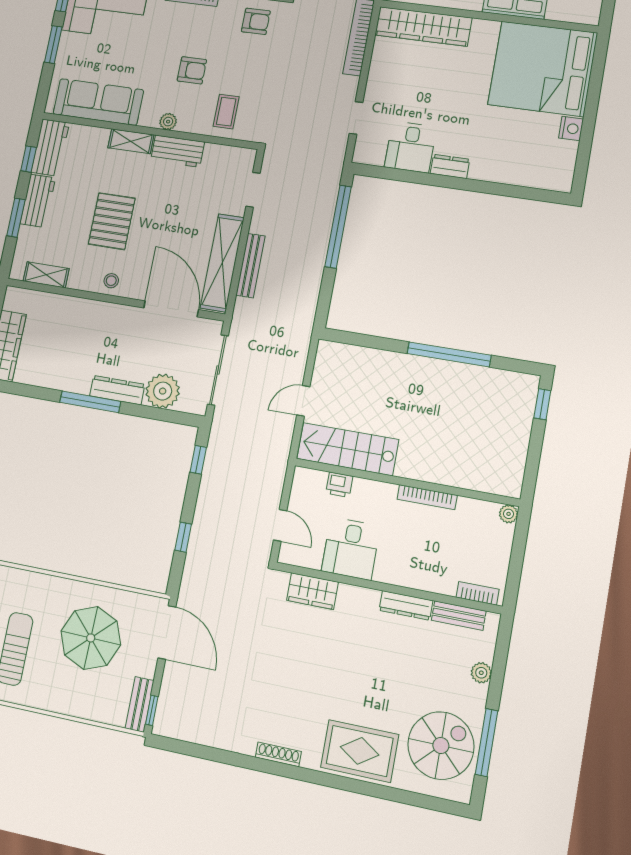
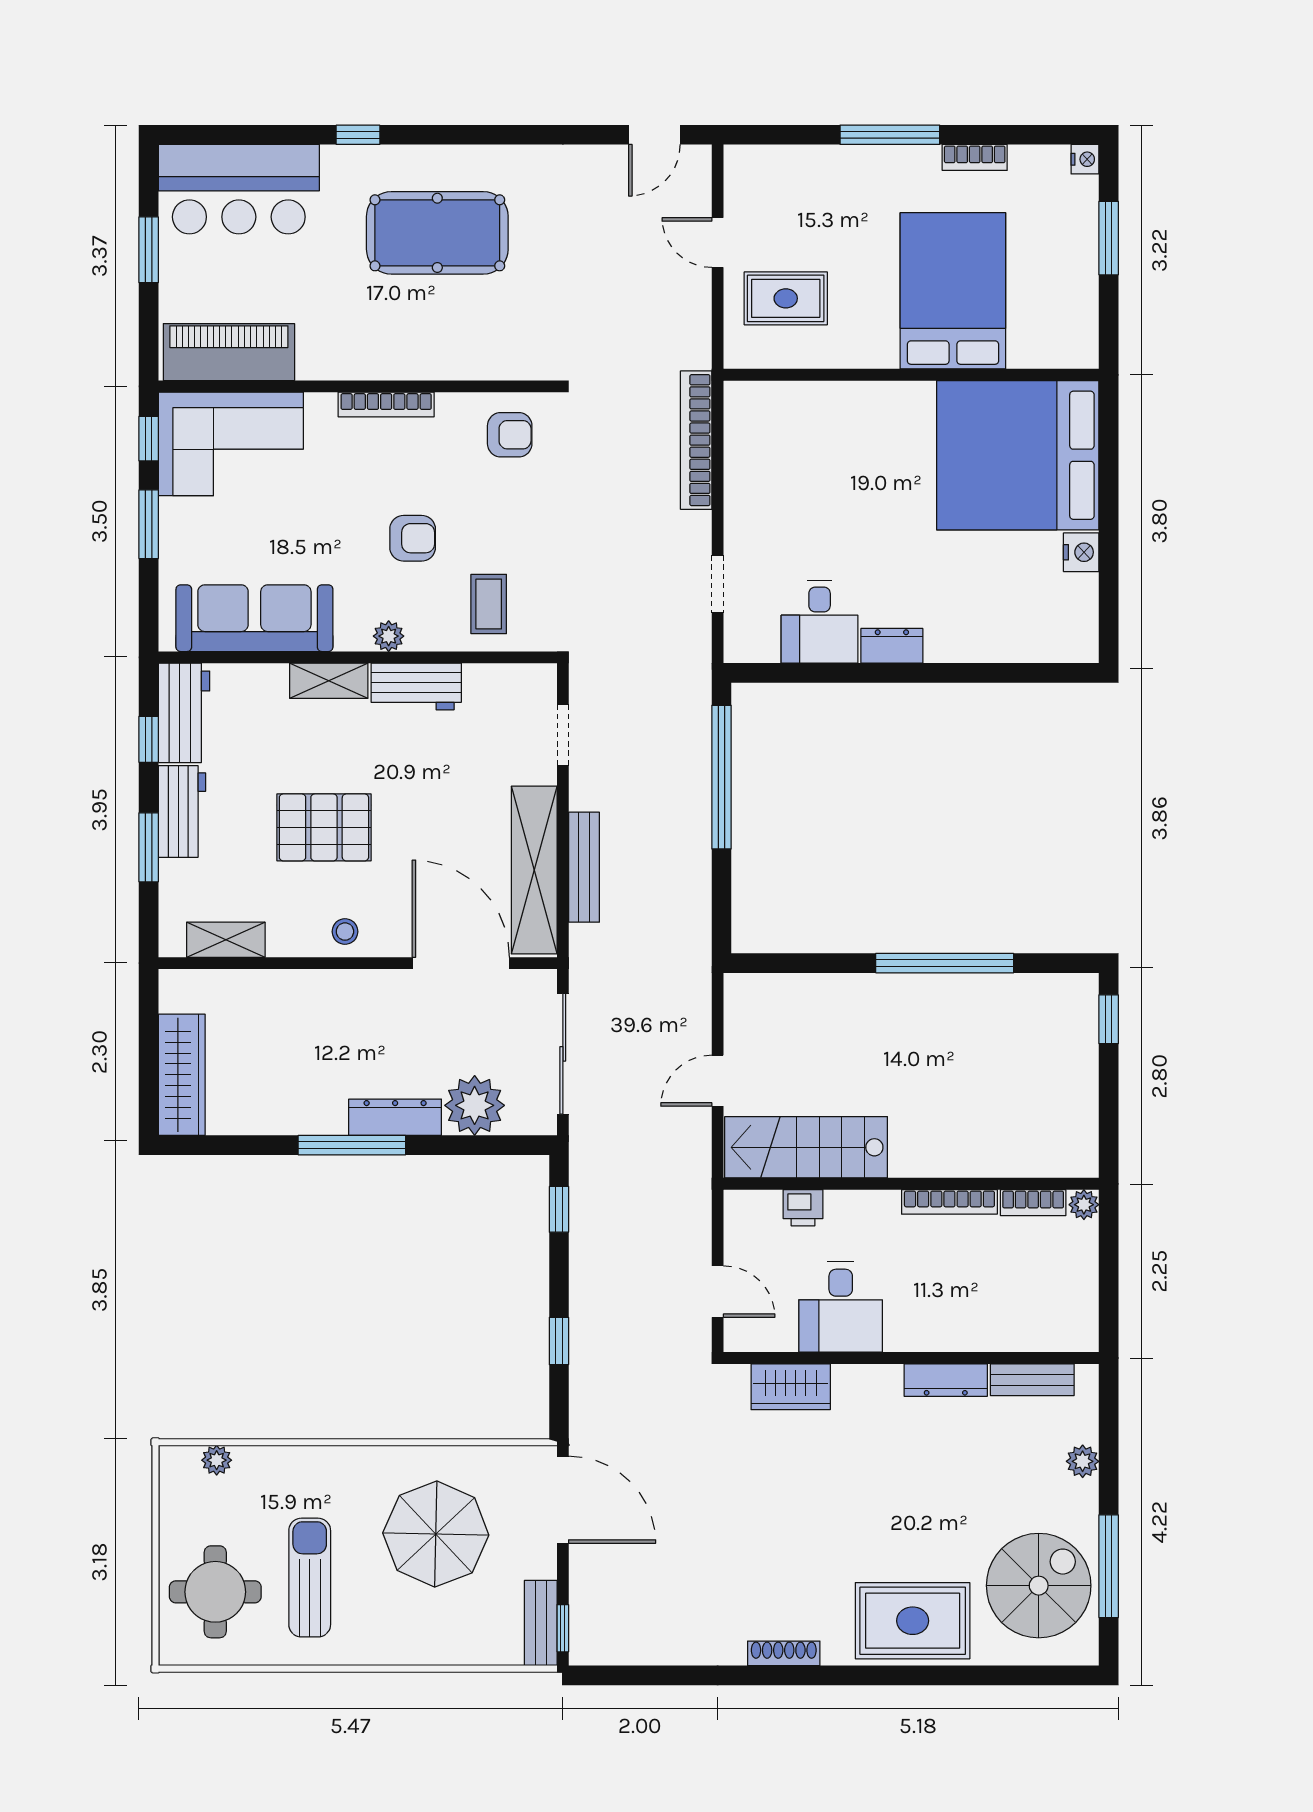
wardrobe: (423, 26) -> (804, 407), removed
pallet: (112, 221) -> (324, 827), turned 90
bookcase: (478, 593) -> (1033, 1203), moved, turned 180

